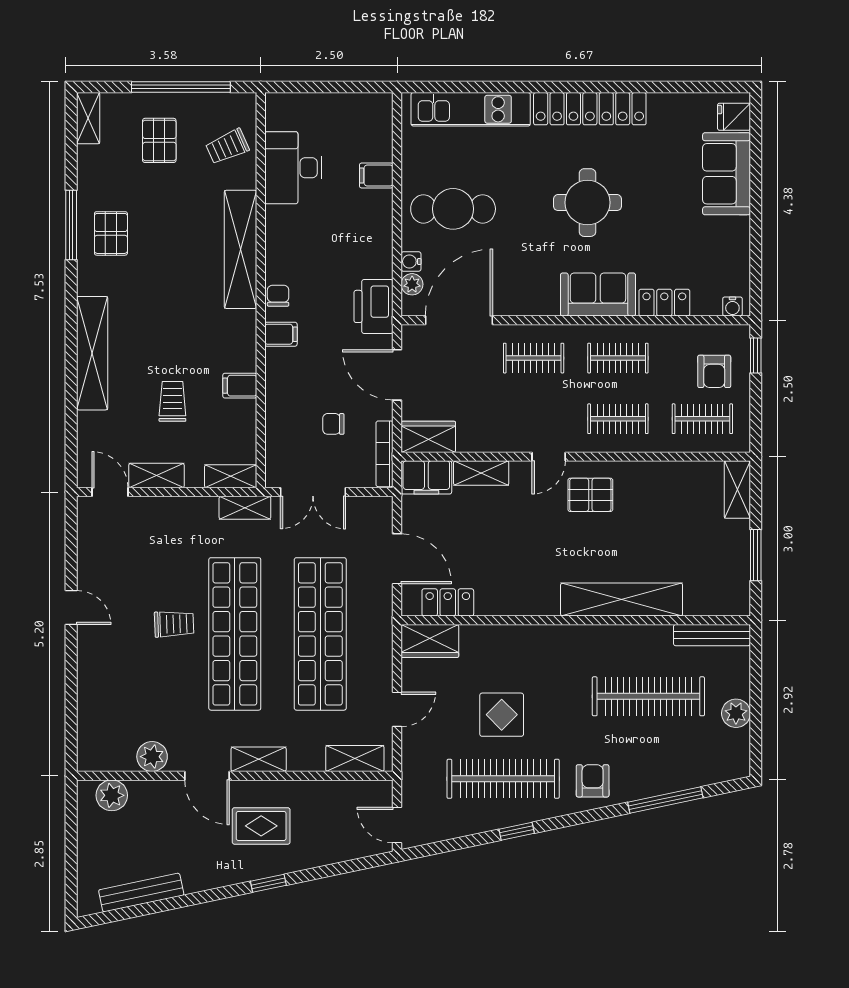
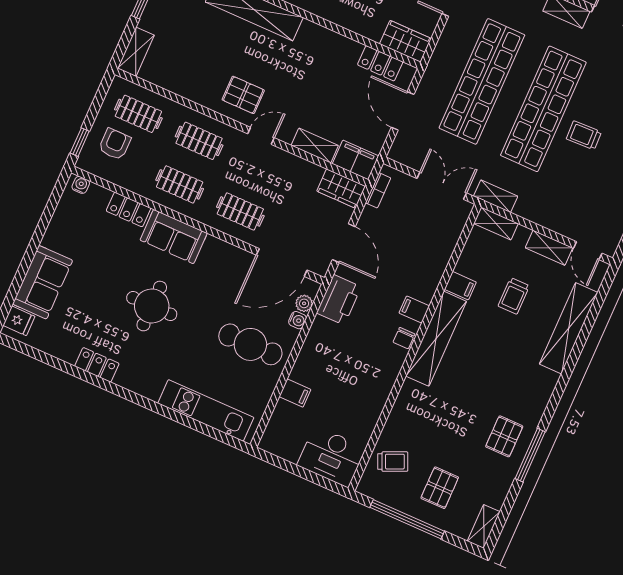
locker: (590, 109) -> (97, 365), width x0.46, depth x0.83
desk: (293, 168) -> (332, 456), moved, turned 90
shelving: (240, 249) -> (436, 339), moved
shelving: (92, 353) -> (569, 328), moved
chair: (333, 424) -> (405, 228), removed
bookcase: (385, 454) -> (378, 190), width x0.64

